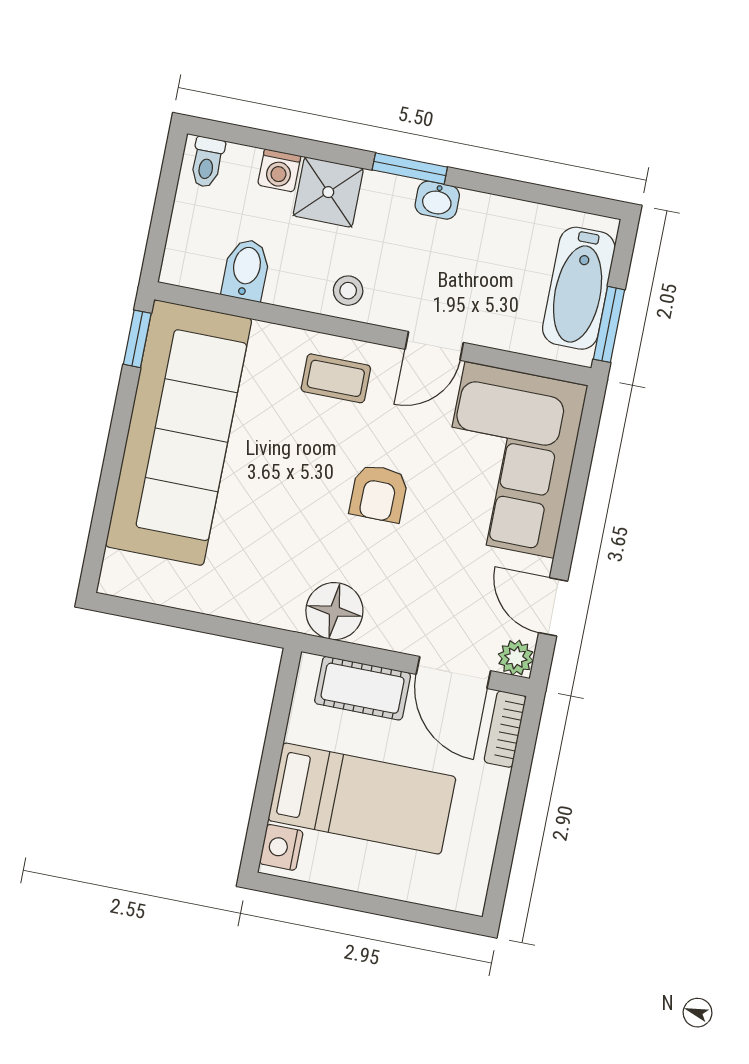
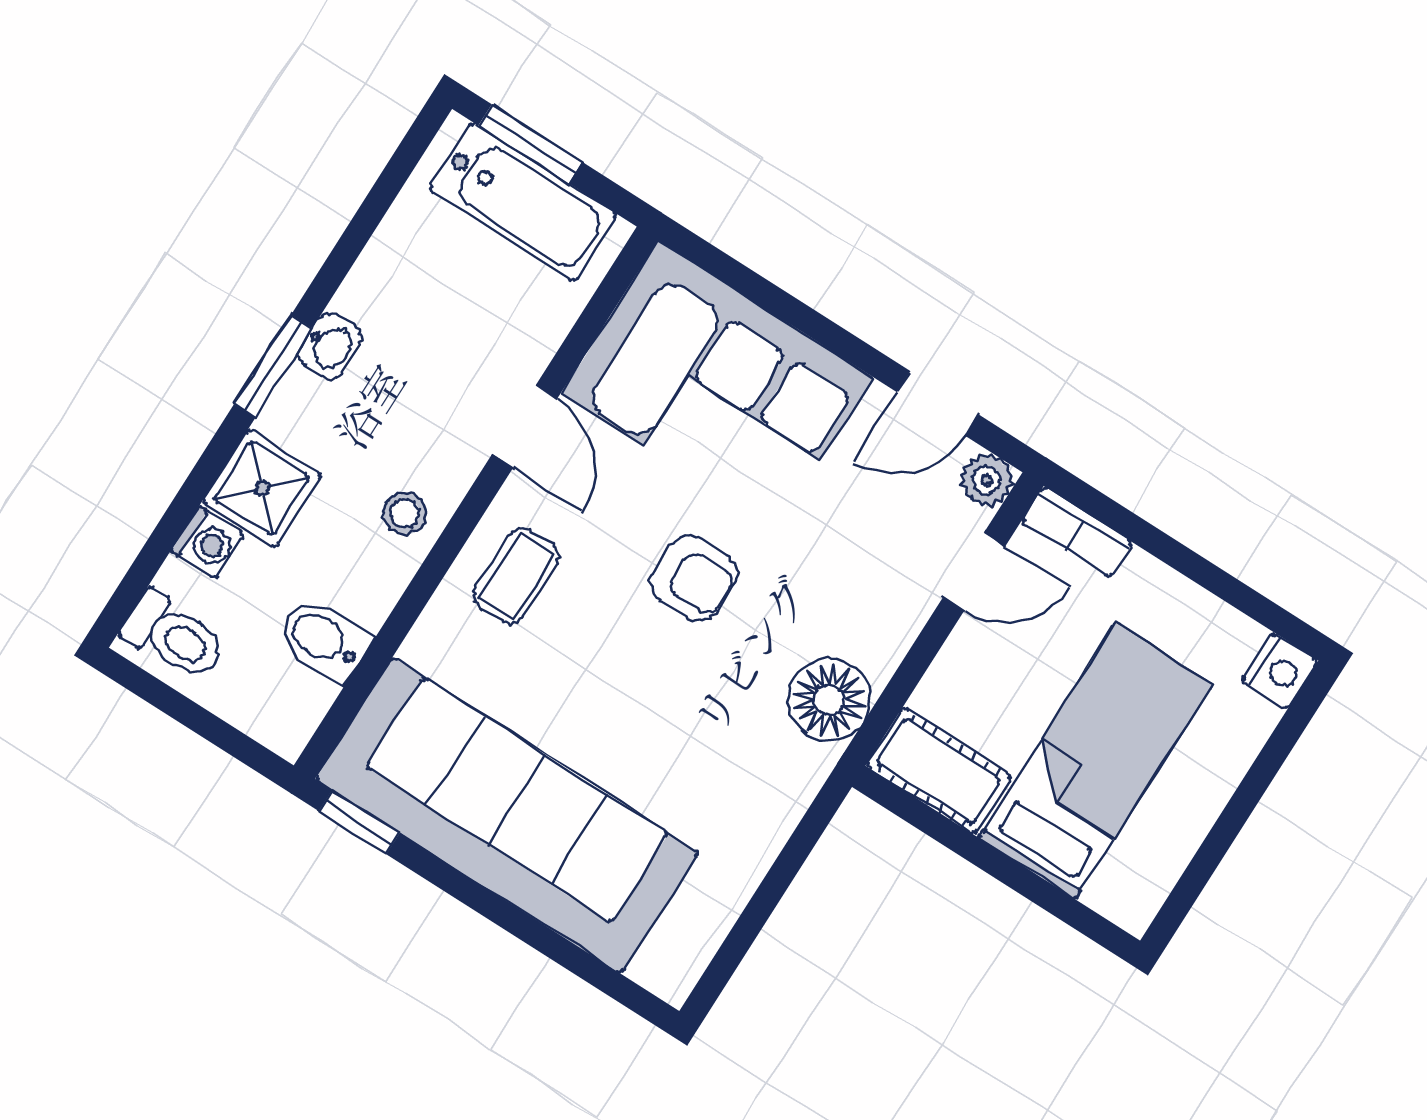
toilet: (207, 162) -> (174, 636), width x1.37, depth x1.39
window: (609, 324) -> (530, 144), moved
door: (453, 673) -> (974, 572), width x0.73
cot: (363, 688) -> (939, 771), moved, turned 90
nightstand: (281, 847) -> (1280, 671), moved, turned -90

